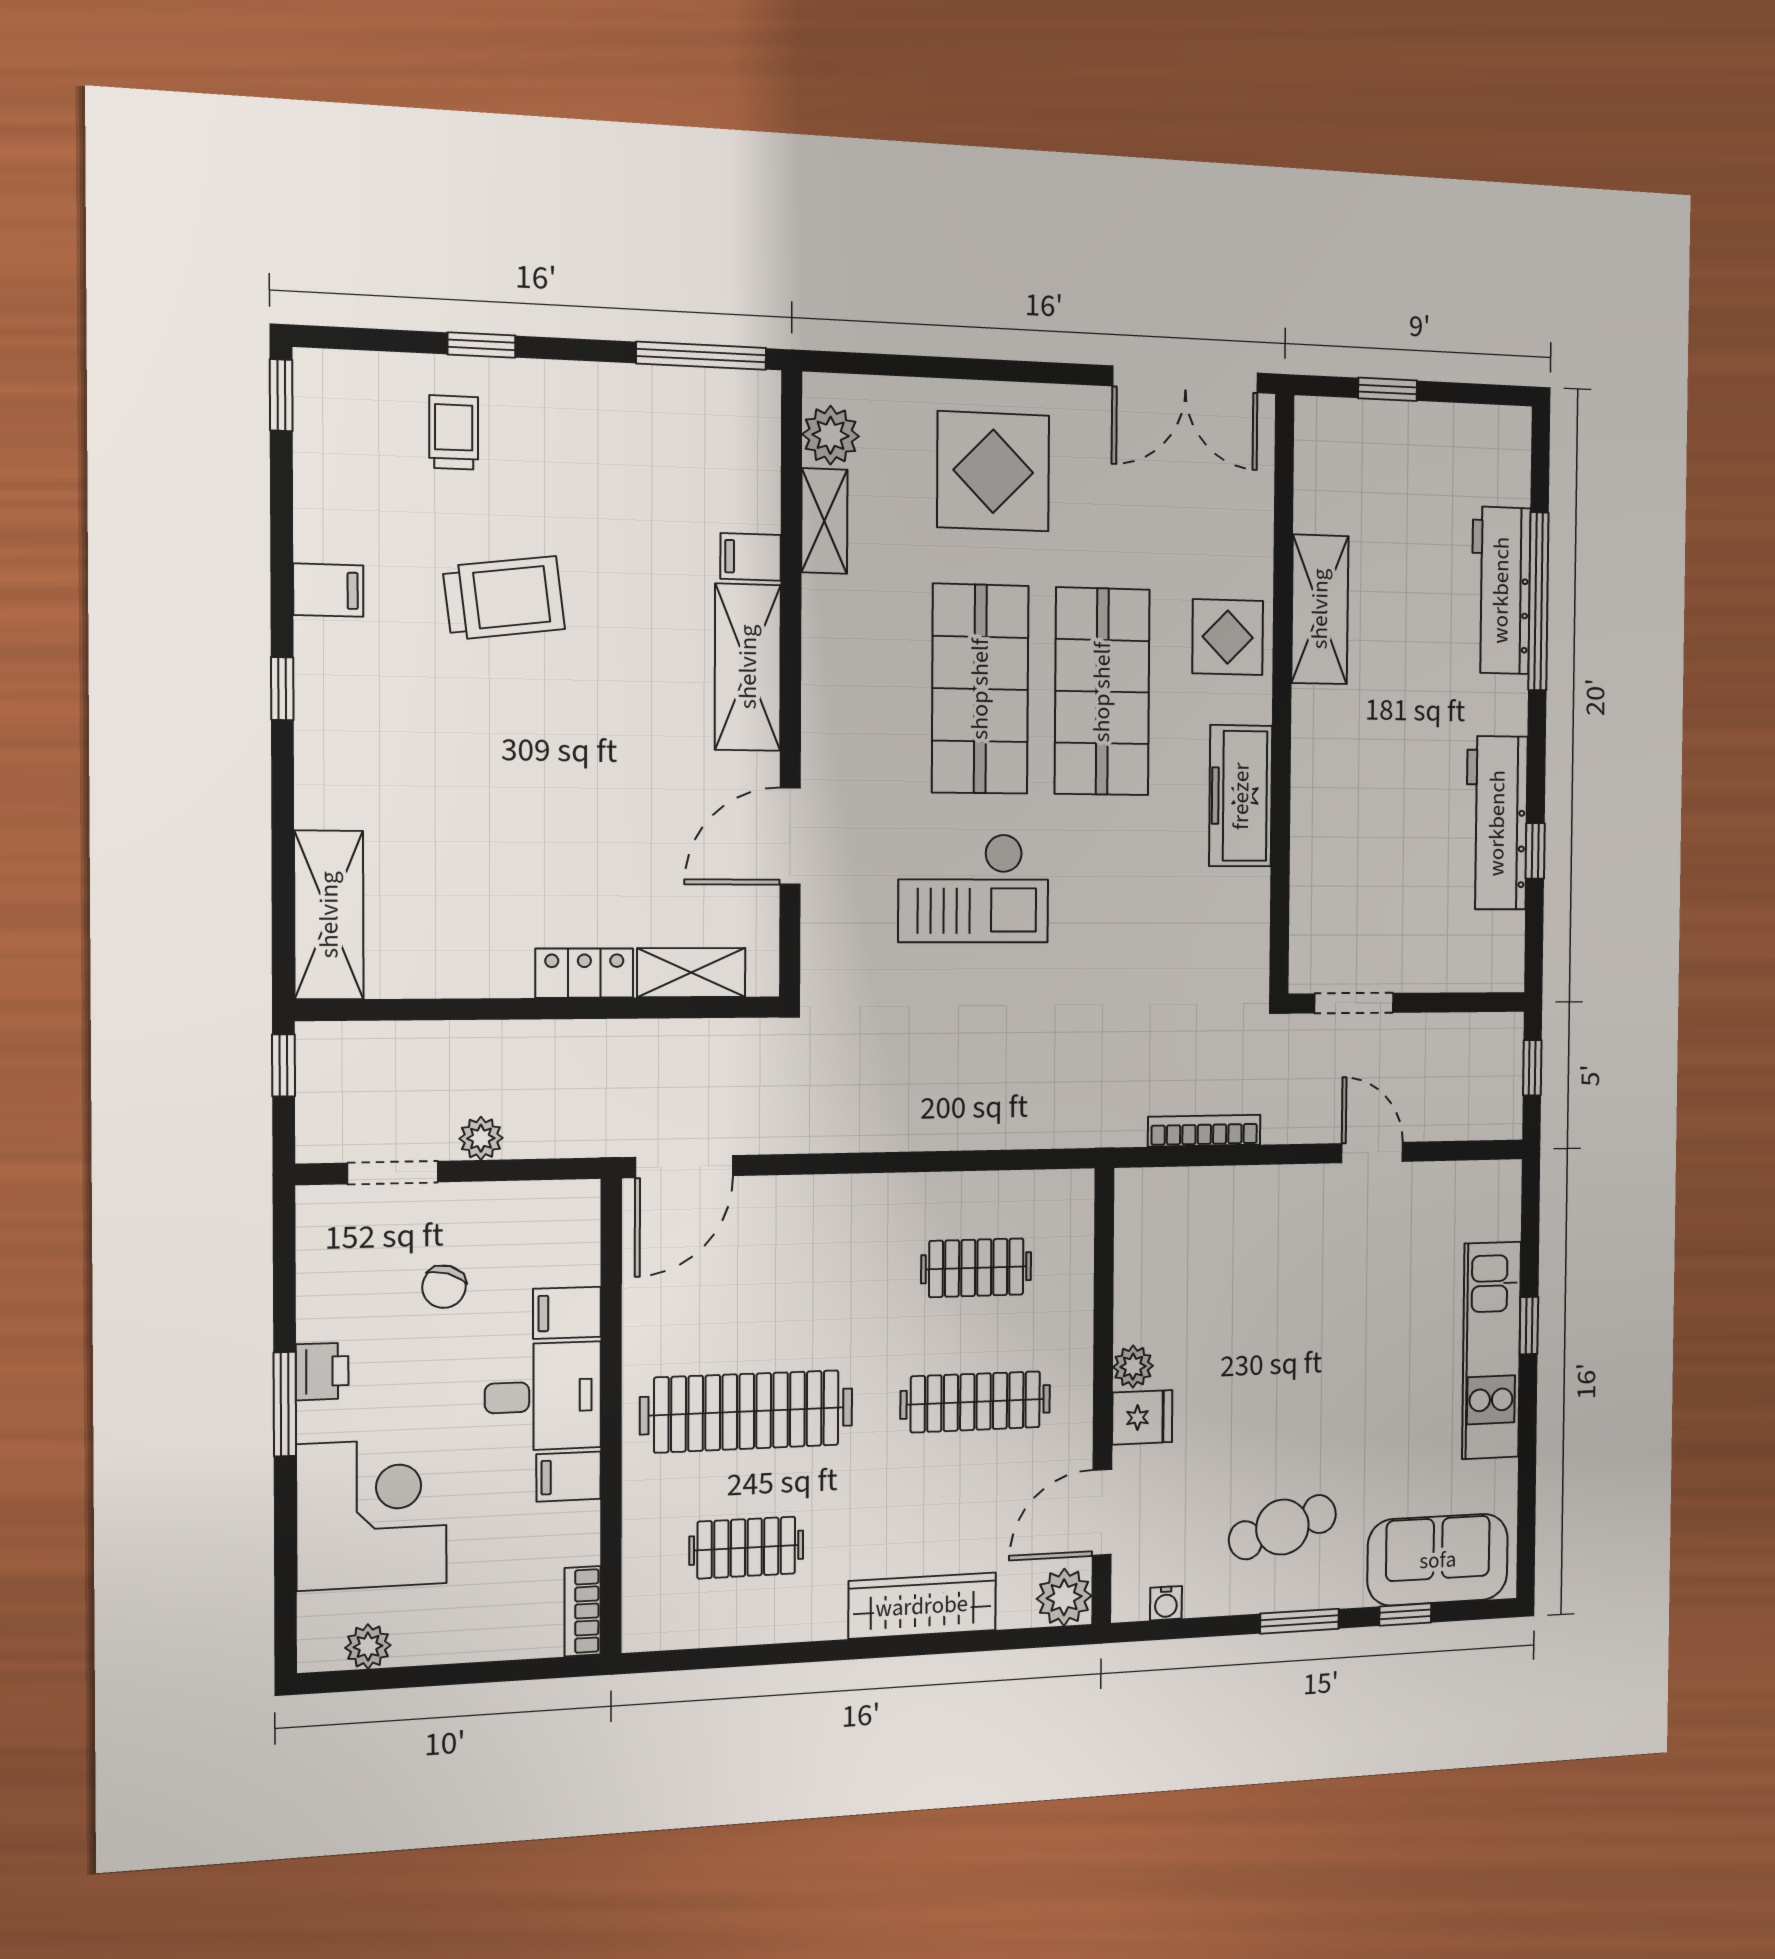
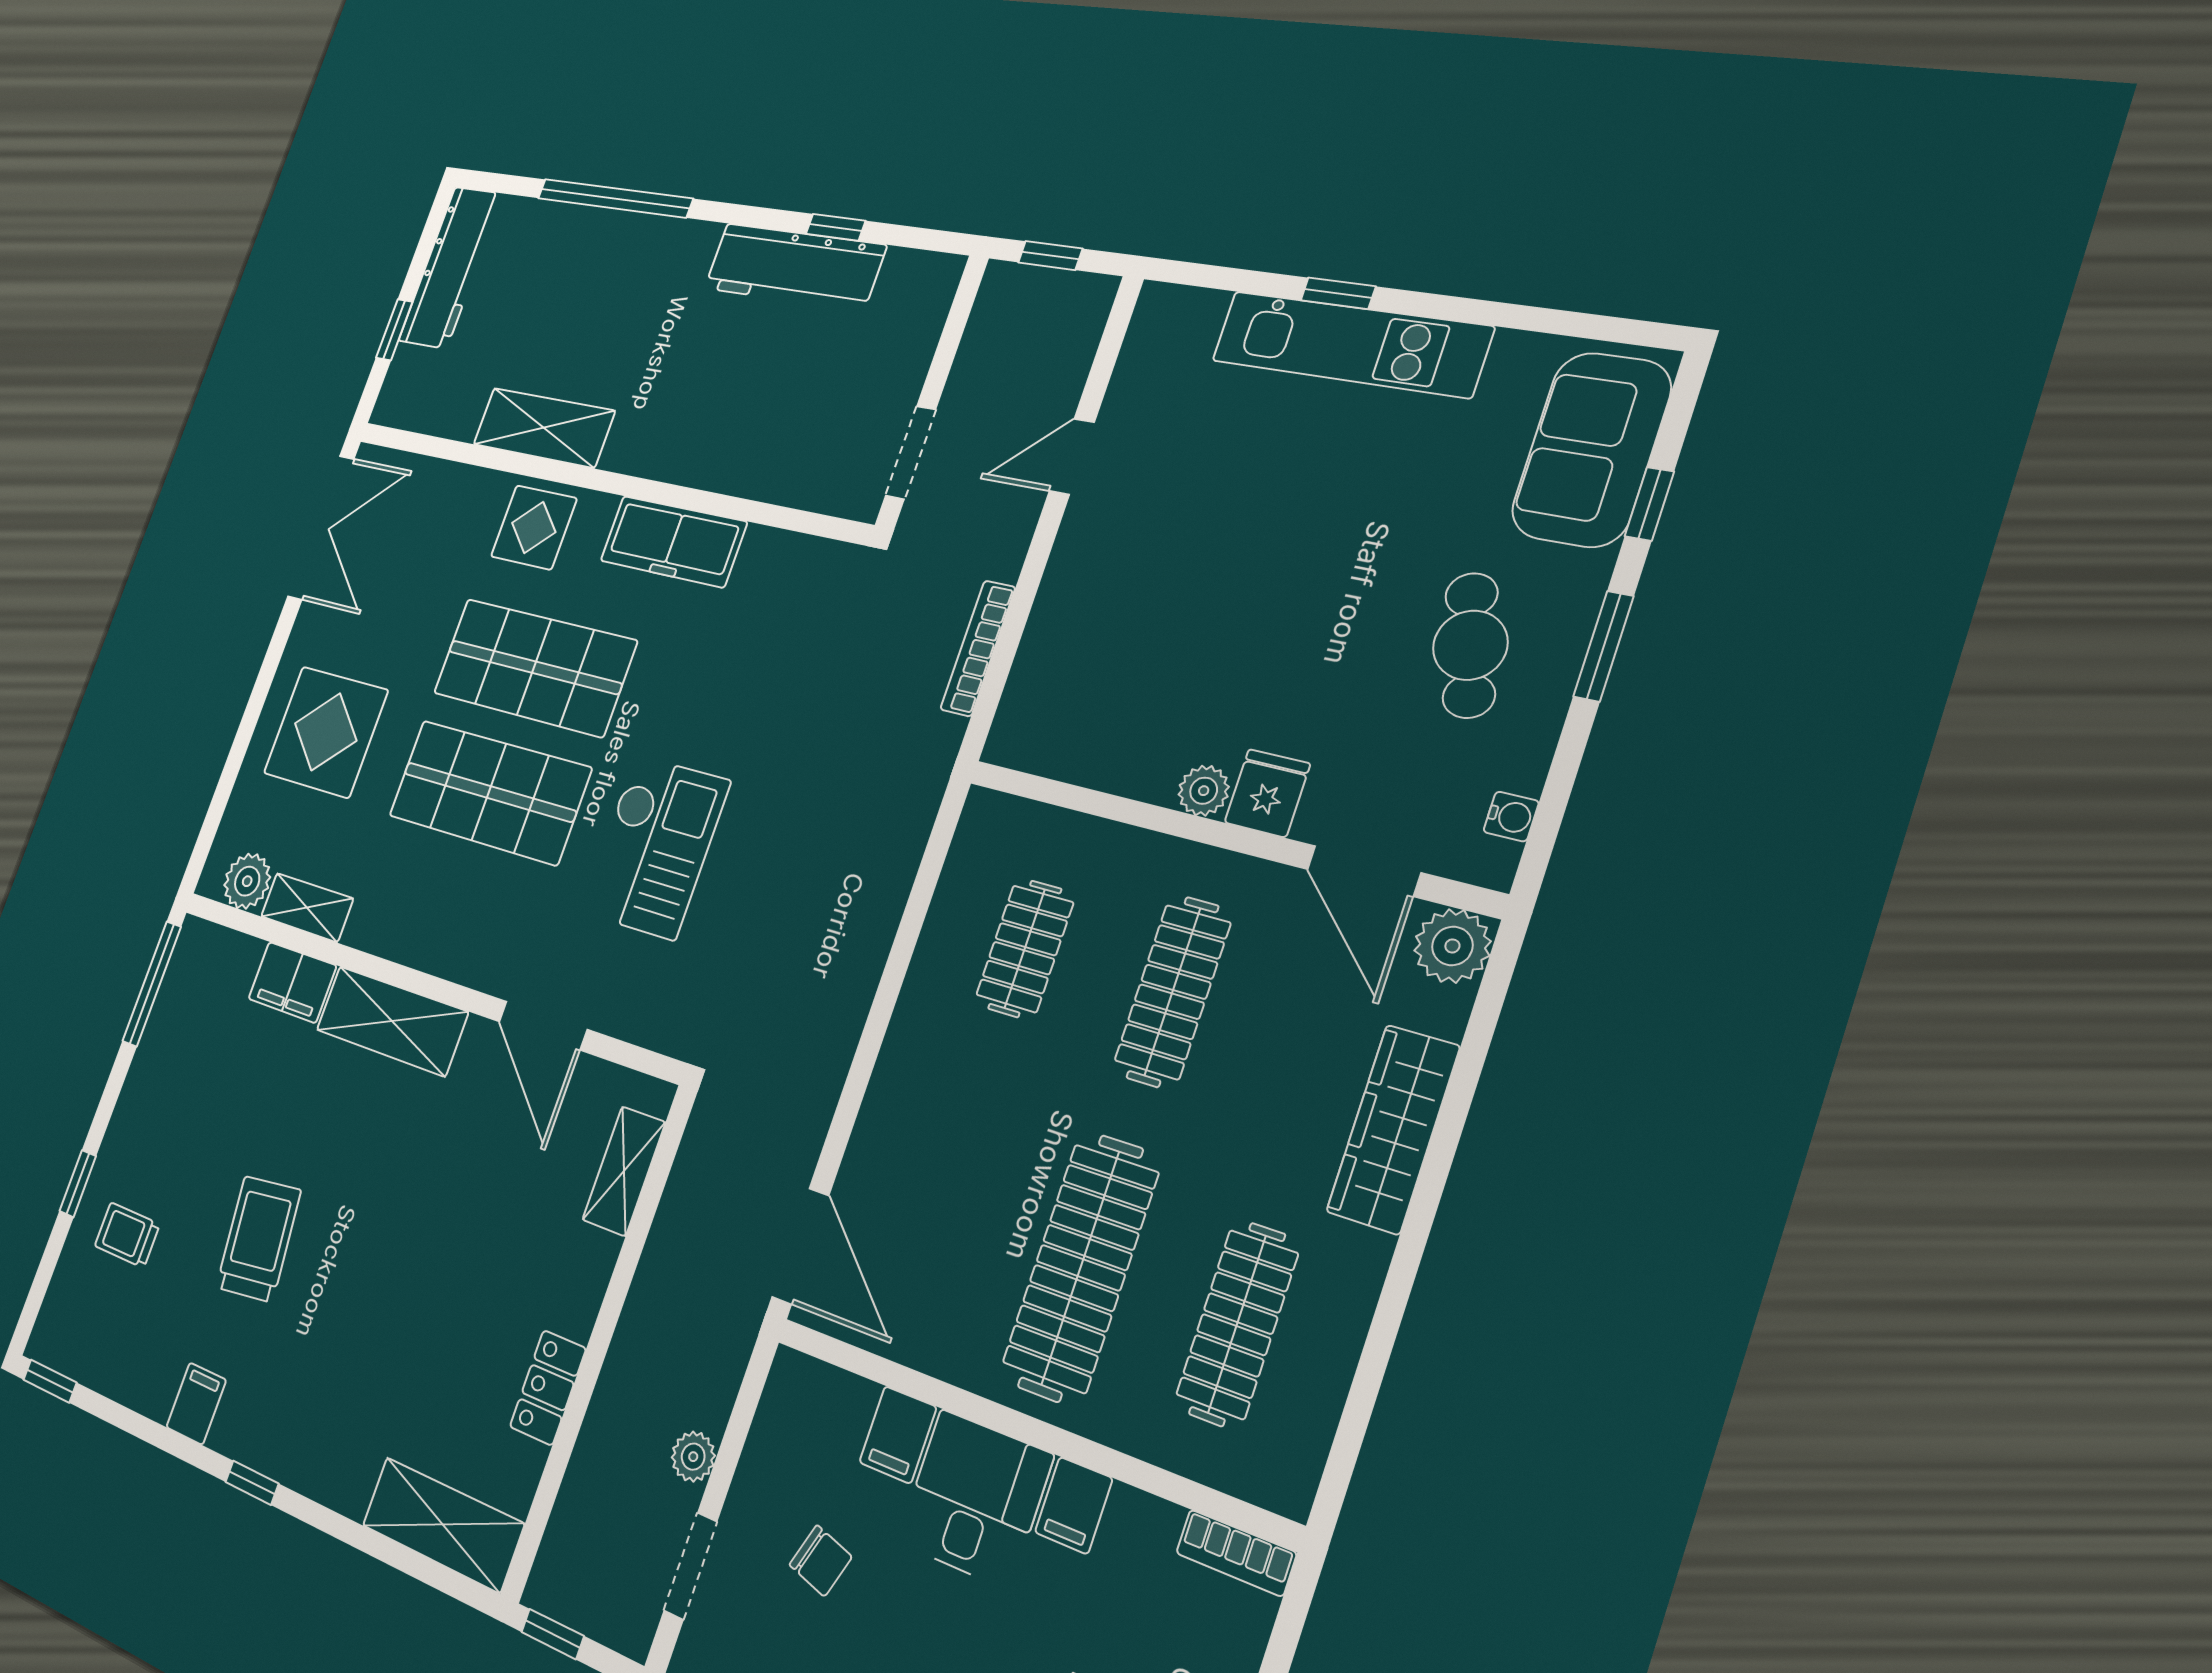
filing cabinet: (751, 557) -> (292, 982), width x2.00
workbench: (1501, 590) -> (451, 267), moved, turned -90
locker: (584, 973) -> (548, 1388), moved
clothes rail: (746, 1548) -> (1237, 1324), width x1.36

